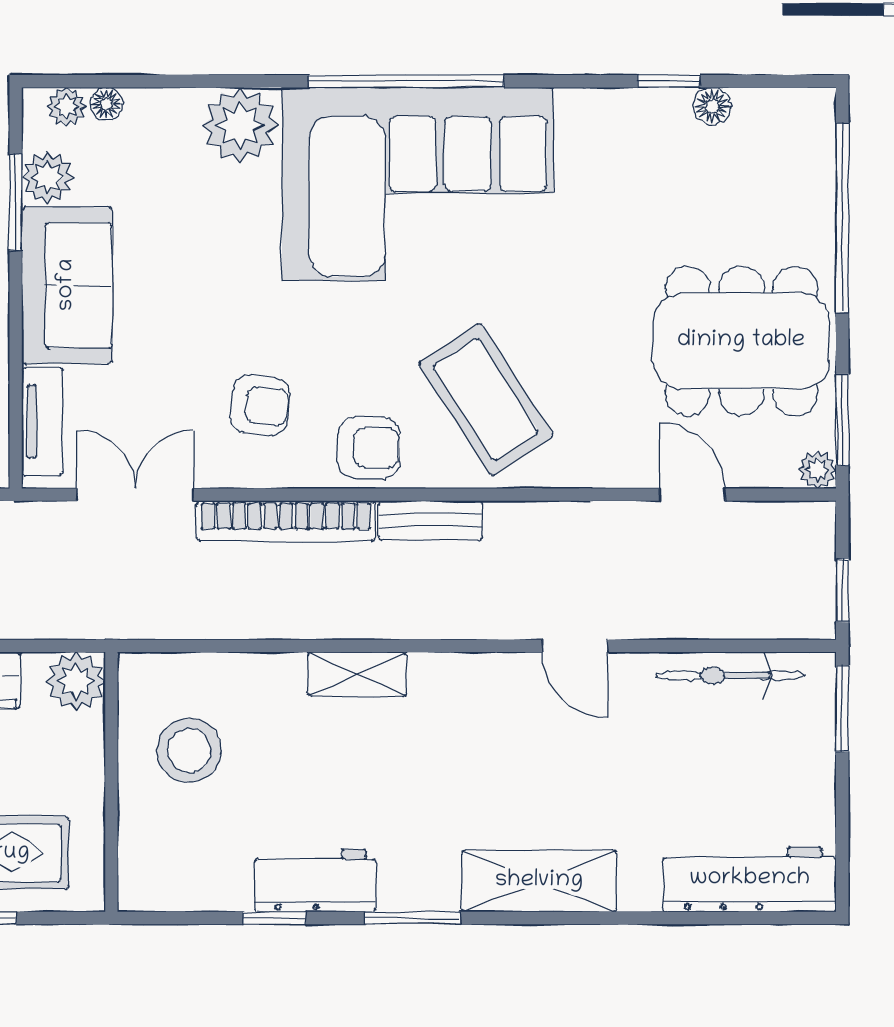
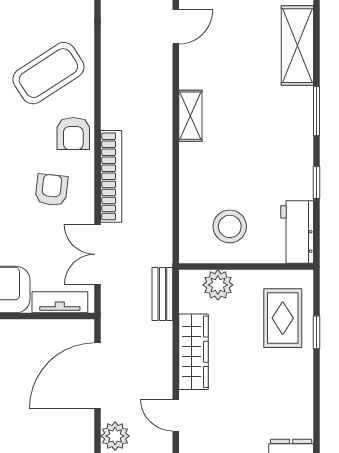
armchair: (369, 448) -> (73, 134), turned 180
bench: (431, 520) -> (162, 294), moved
shelving: (357, 674) -> (190, 116), moved
plant: (76, 681) -> (218, 285), moved
workbench: (315, 881) -> (297, 232), moved

